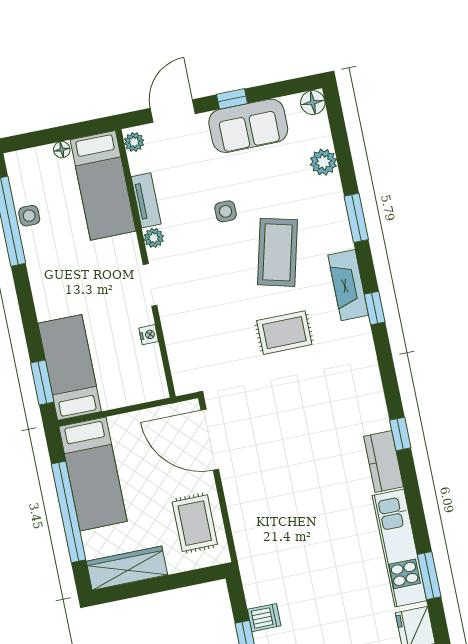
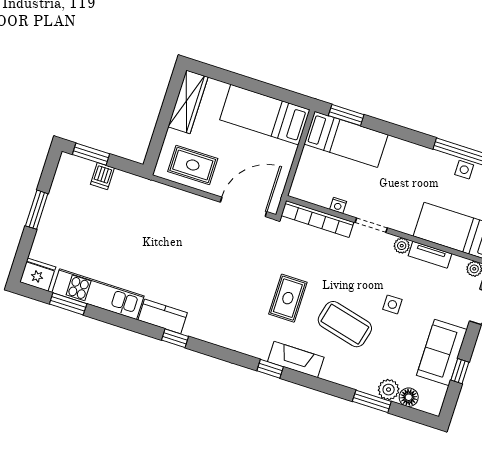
window: (232, 99) -> (460, 371), moved
floor lamp: (313, 103) -> (409, 397), moved
window: (356, 218) -> (372, 401), moved
bookcase: (177, 349) -> (317, 219), added
window: (69, 512) -> (248, 84), removed

